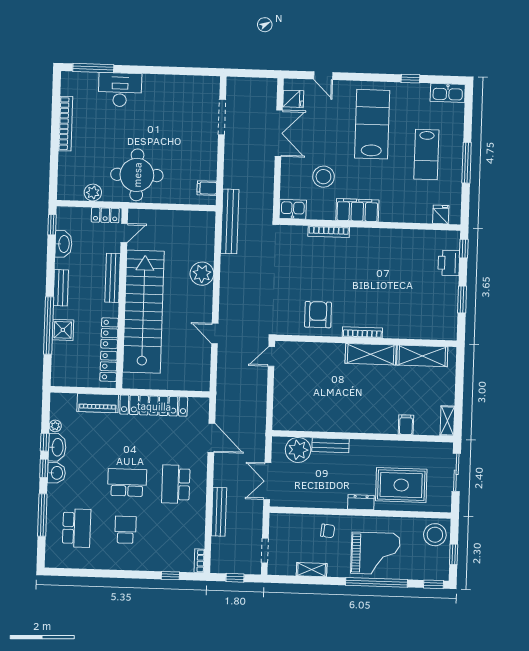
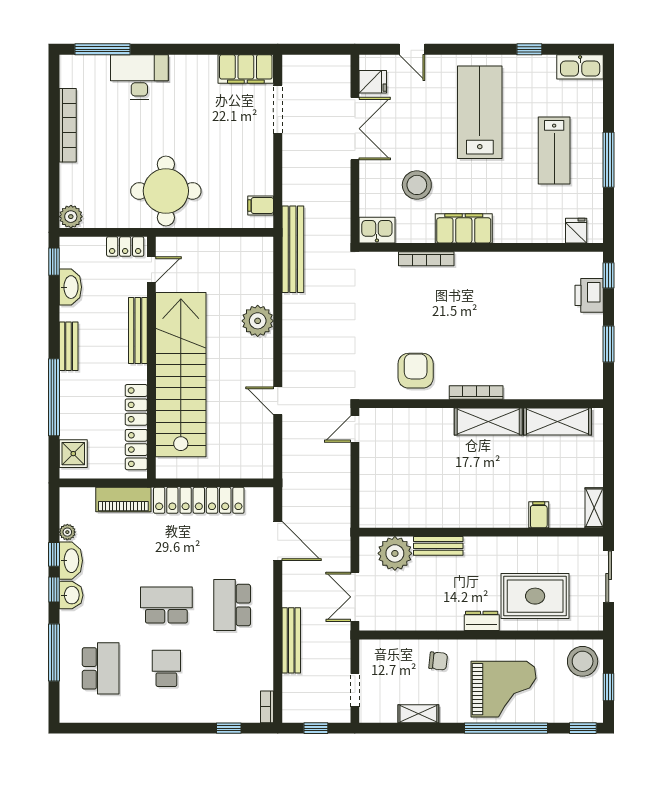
filing cabinet: (199, 86) -> (246, 69), added
plant: (93, 193) -> (71, 217), moved
shower: (63, 330) -> (73, 454), moved

